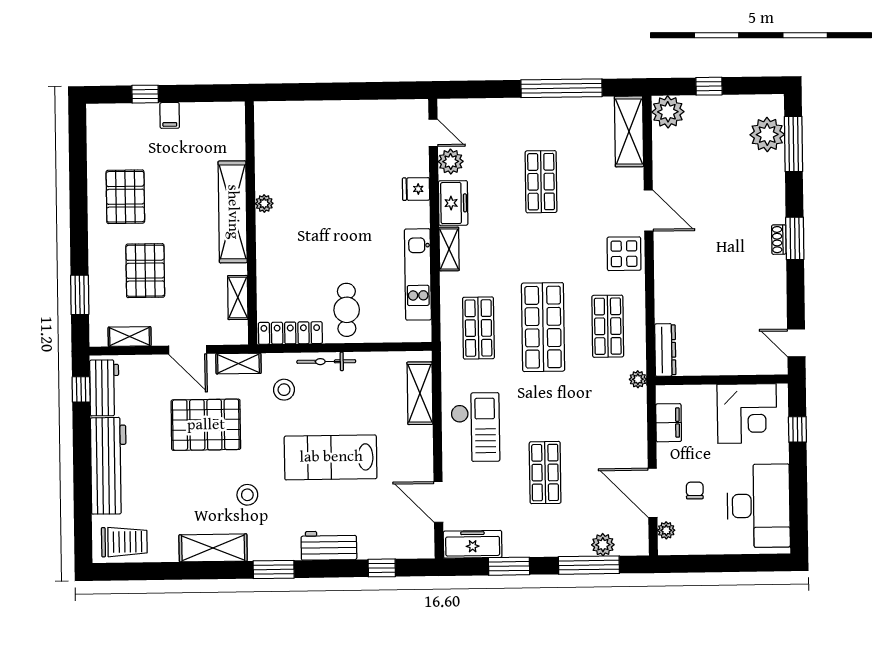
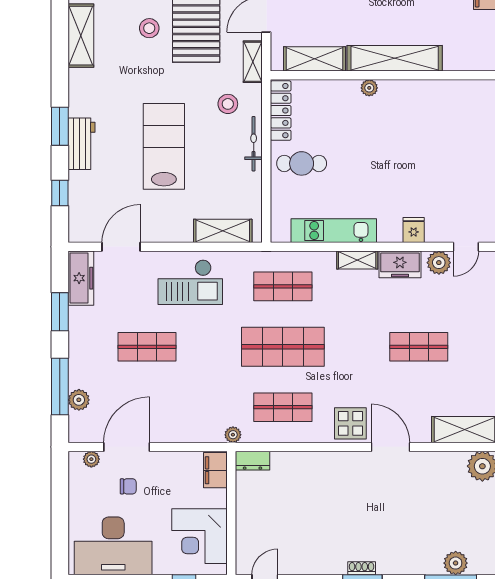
plant: (767, 135) -> (456, 563), width x0.73, depth x0.73
plant: (264, 203) -> (369, 88), moved
door: (649, 211) -> (390, 447), swing flipped
shelving: (238, 297) -> (315, 59), width x1.50, depth x1.33
dresser: (665, 350) -> (252, 461), width x0.70
filing cabinet: (669, 423) -> (215, 470), moved, turned 90
stool: (247, 495) -> (149, 28), moved
window: (274, 569) -> (60, 126), moved

